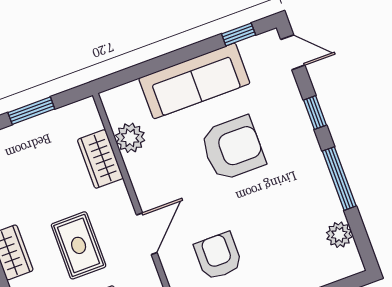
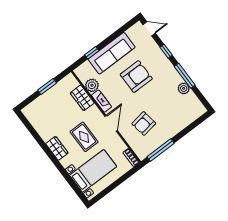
window: (239, 34) -> (92, 53), moved
fireplace: (141, 179) -> (102, 101), added
plant: (339, 235) -> (184, 88), moved
armchair: (218, 256) -> (144, 124), turned -99

